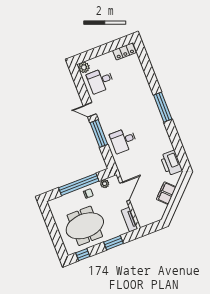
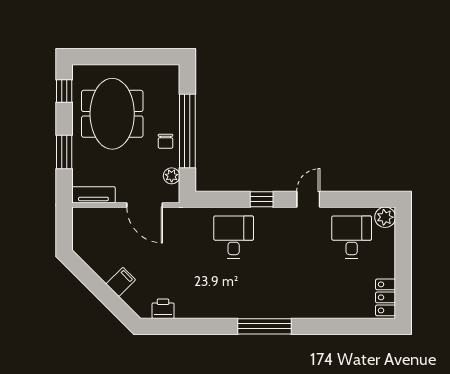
window: (99, 133) -> (262, 199), width x0.46
printer: (171, 163) -> (163, 309), width x0.53, depth x0.68
filing cabinet: (166, 193) -> (121, 282), width x0.50

